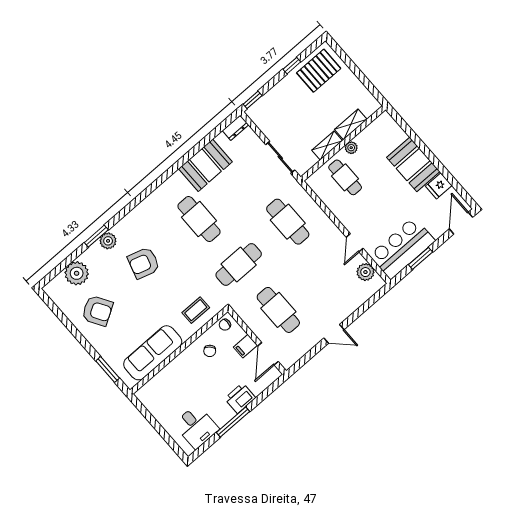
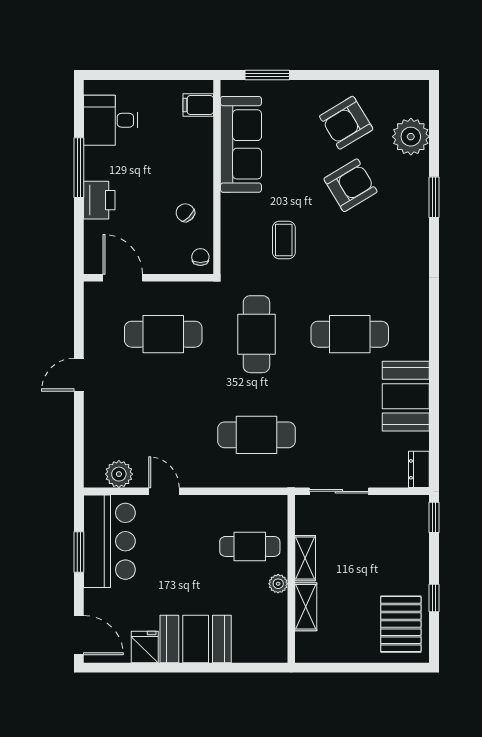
plant: (108, 241) -> (417, 206), removed
armchair: (144, 263) -> (350, 185), moved, turned 42
coffee table: (196, 310) -> (284, 240), moved
filing cabinet: (245, 346) -> (198, 105), moved, turned -90

